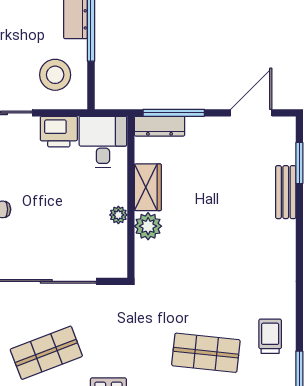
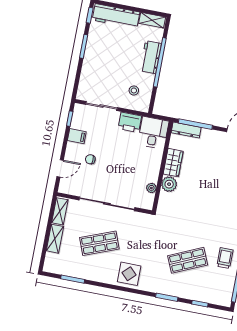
stool: (55, 75) -> (134, 90), width x0.53, depth x0.53
plant: (118, 215) -> (151, 188), moved
shop shelf: (206, 353) -> (188, 260), turned -30

